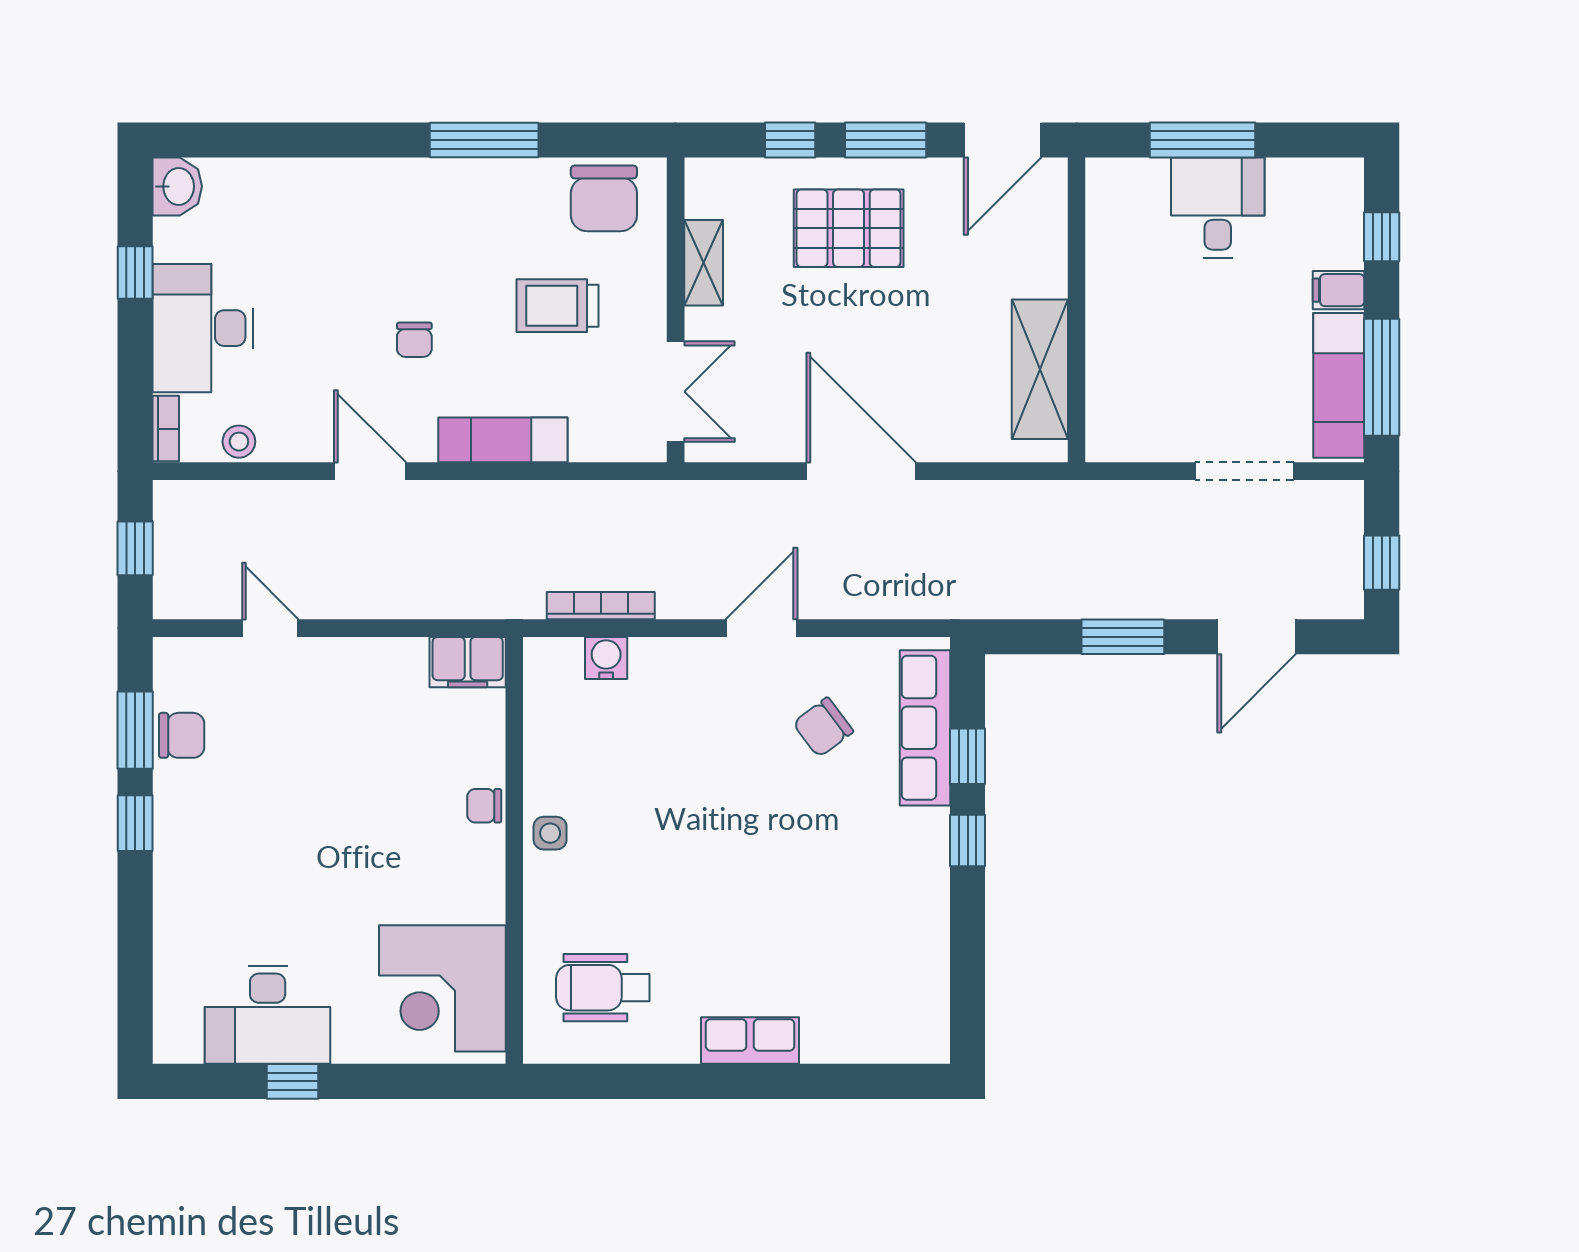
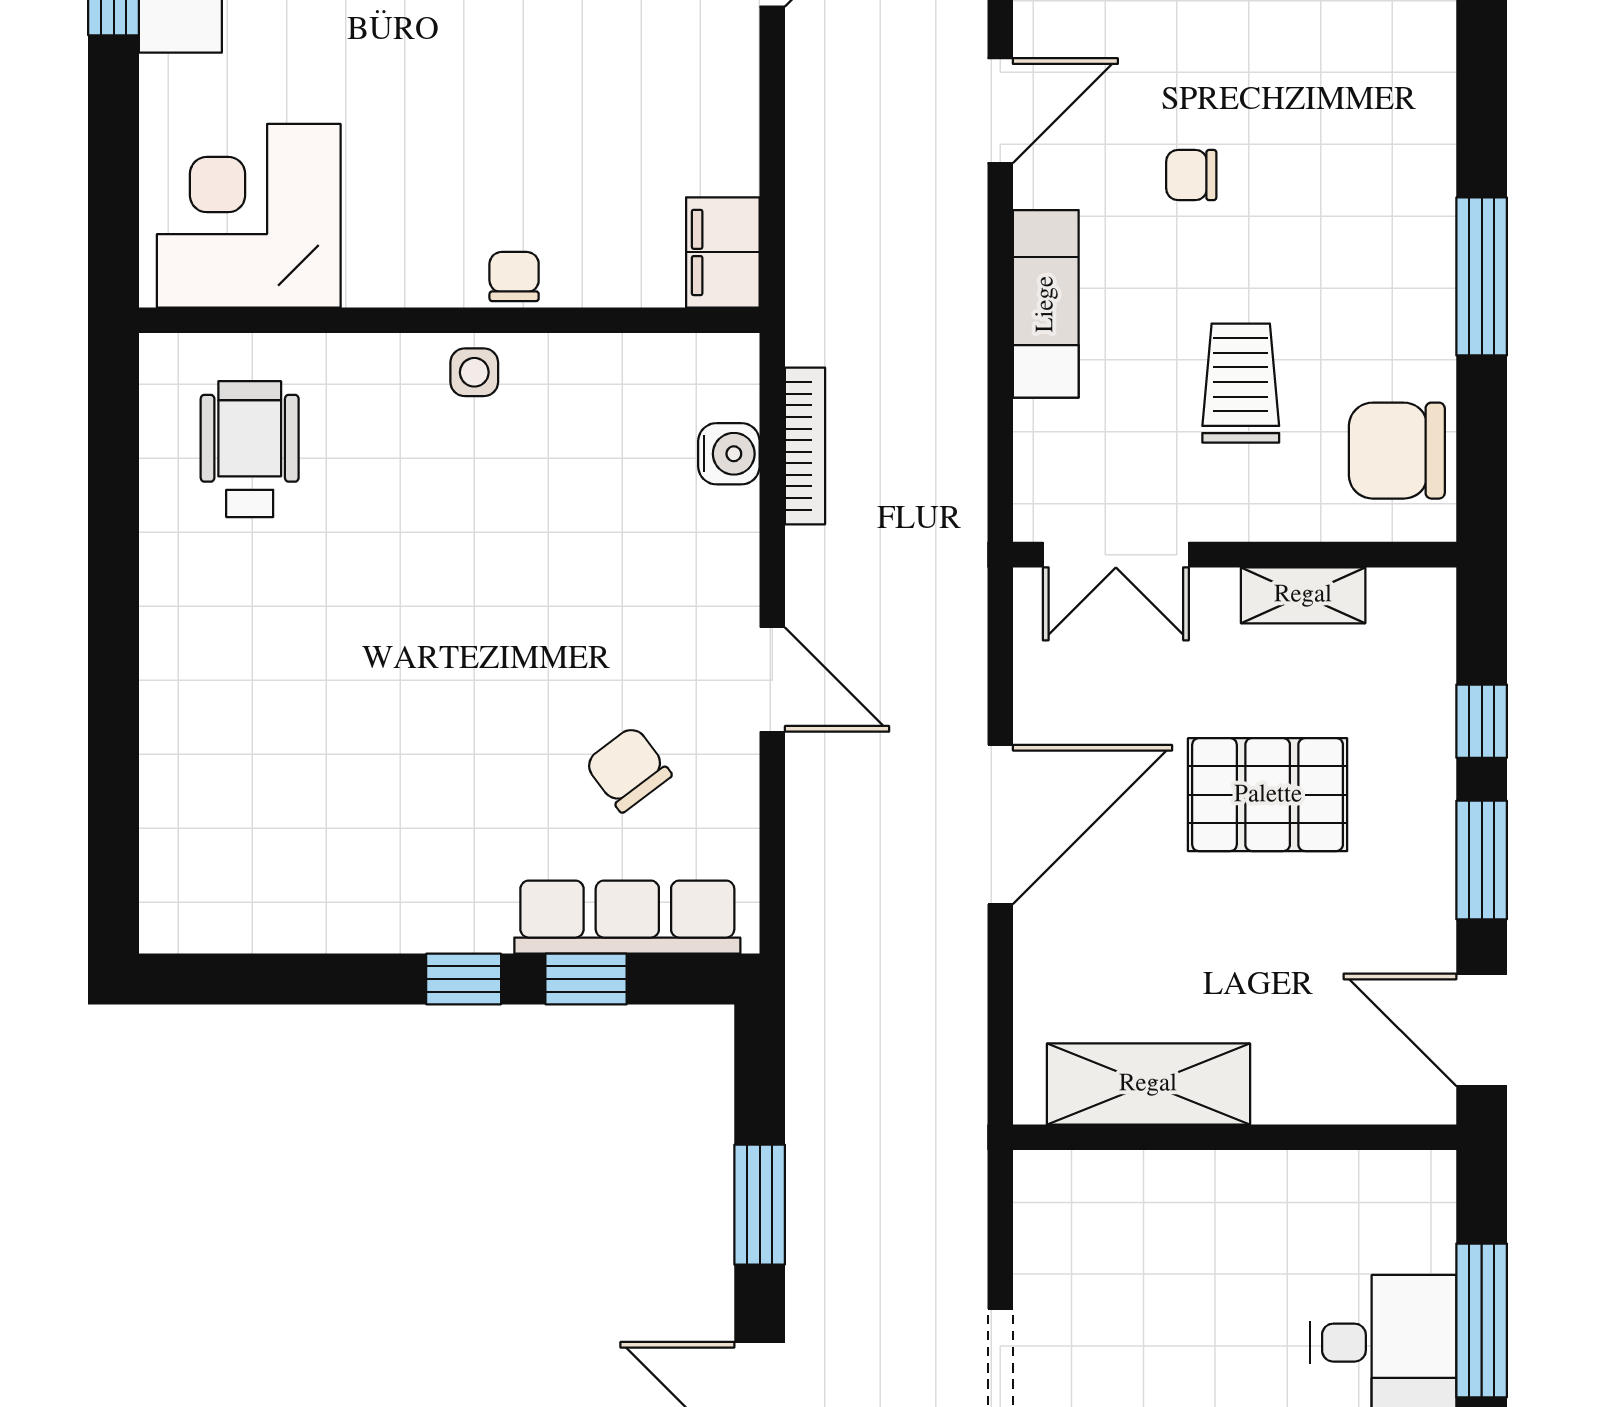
pallet: (849, 228) -> (1268, 795), moved, turned 90
row of seats: (750, 1041) -> (173, 663), removed

